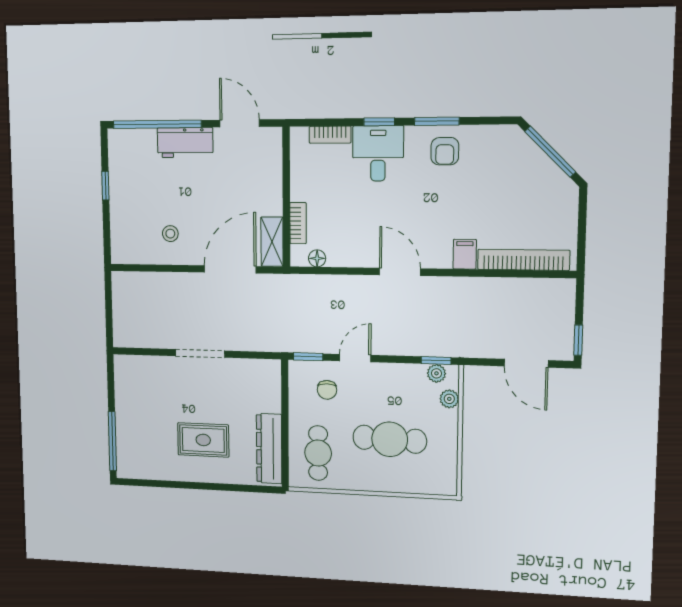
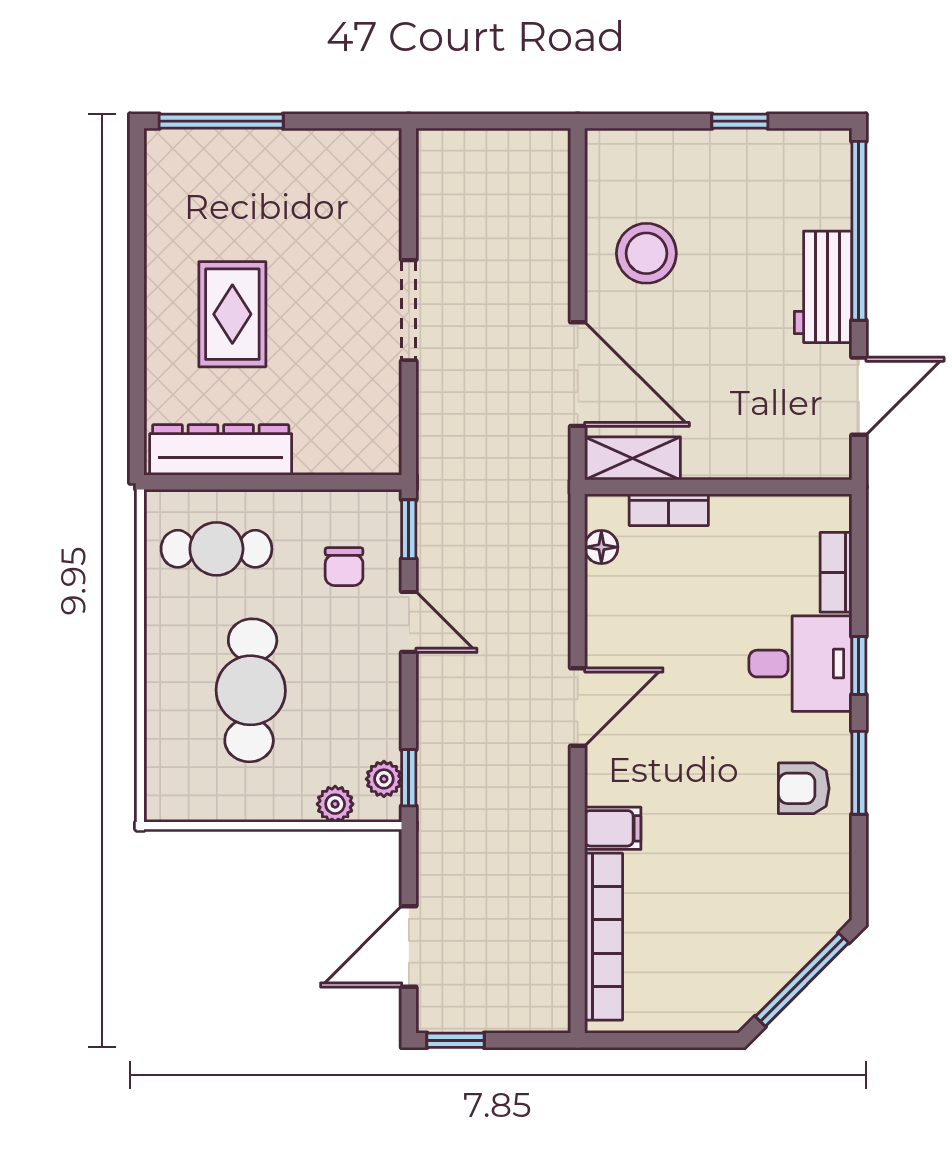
stool: (170, 234) -> (646, 253), width x1.89, depth x1.89
chair: (327, 390) -> (344, 567), turned -90

